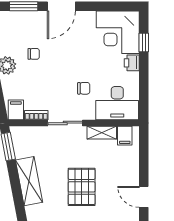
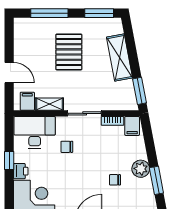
window: (144, 42) -> (9, 161), moved
door: (144, 197) -> (9, 73), moved

